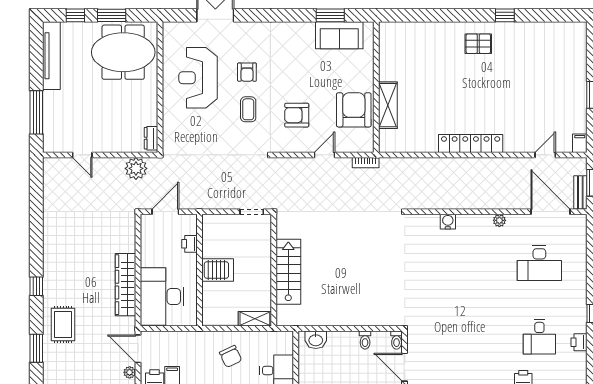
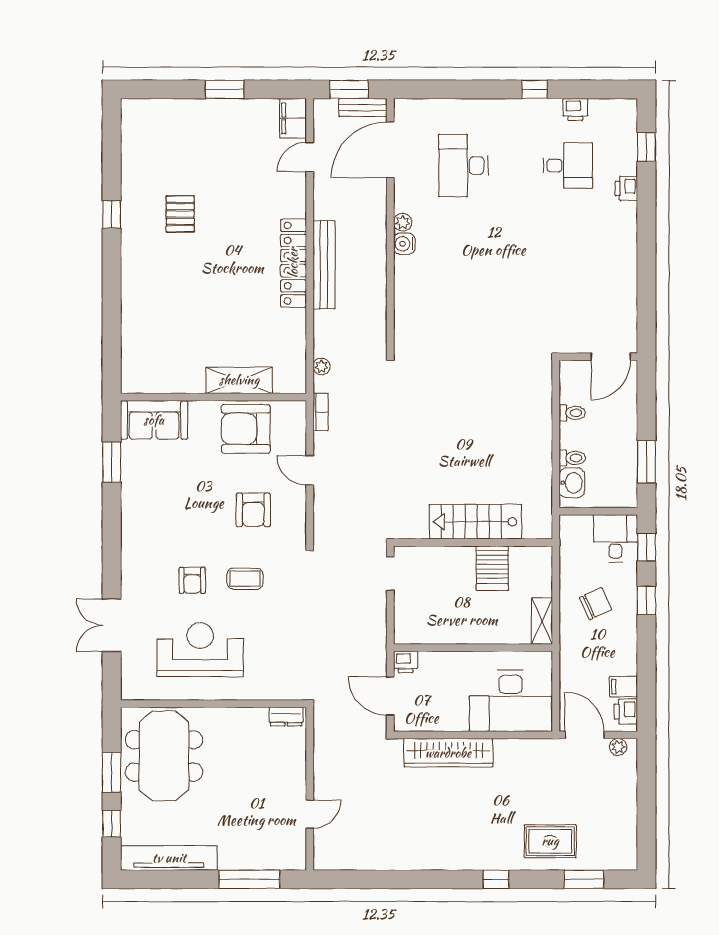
sofa: (339, 35) -> (154, 420), moved, turned 90
pallet: (478, 44) -> (180, 214), moved
armchair: (247, 72) -> (192, 580), turned 90
reception desk: (198, 78) -> (200, 650), turned 180
filing cabinet: (580, 143) -> (293, 118), width x2.00
door: (545, 155) -> (310, 157), hinge flipped
bench: (469, 165) -> (324, 265), added
plant: (136, 168) -> (321, 366), moved, width x0.53, depth x0.53
water cooler: (448, 222) -> (404, 244), moved
printer: (189, 244) -> (406, 662), moved
desk: (539, 263) -> (463, 166), turned 180
server rack: (218, 270) -> (492, 568), moved, turned 180
wardrobe: (126, 285) -> (448, 753), moved
shelving: (255, 319) -> (542, 621), moved
toilet: (397, 340) -> (572, 458), moved
door: (138, 349) -> (585, 735), swing flipped

